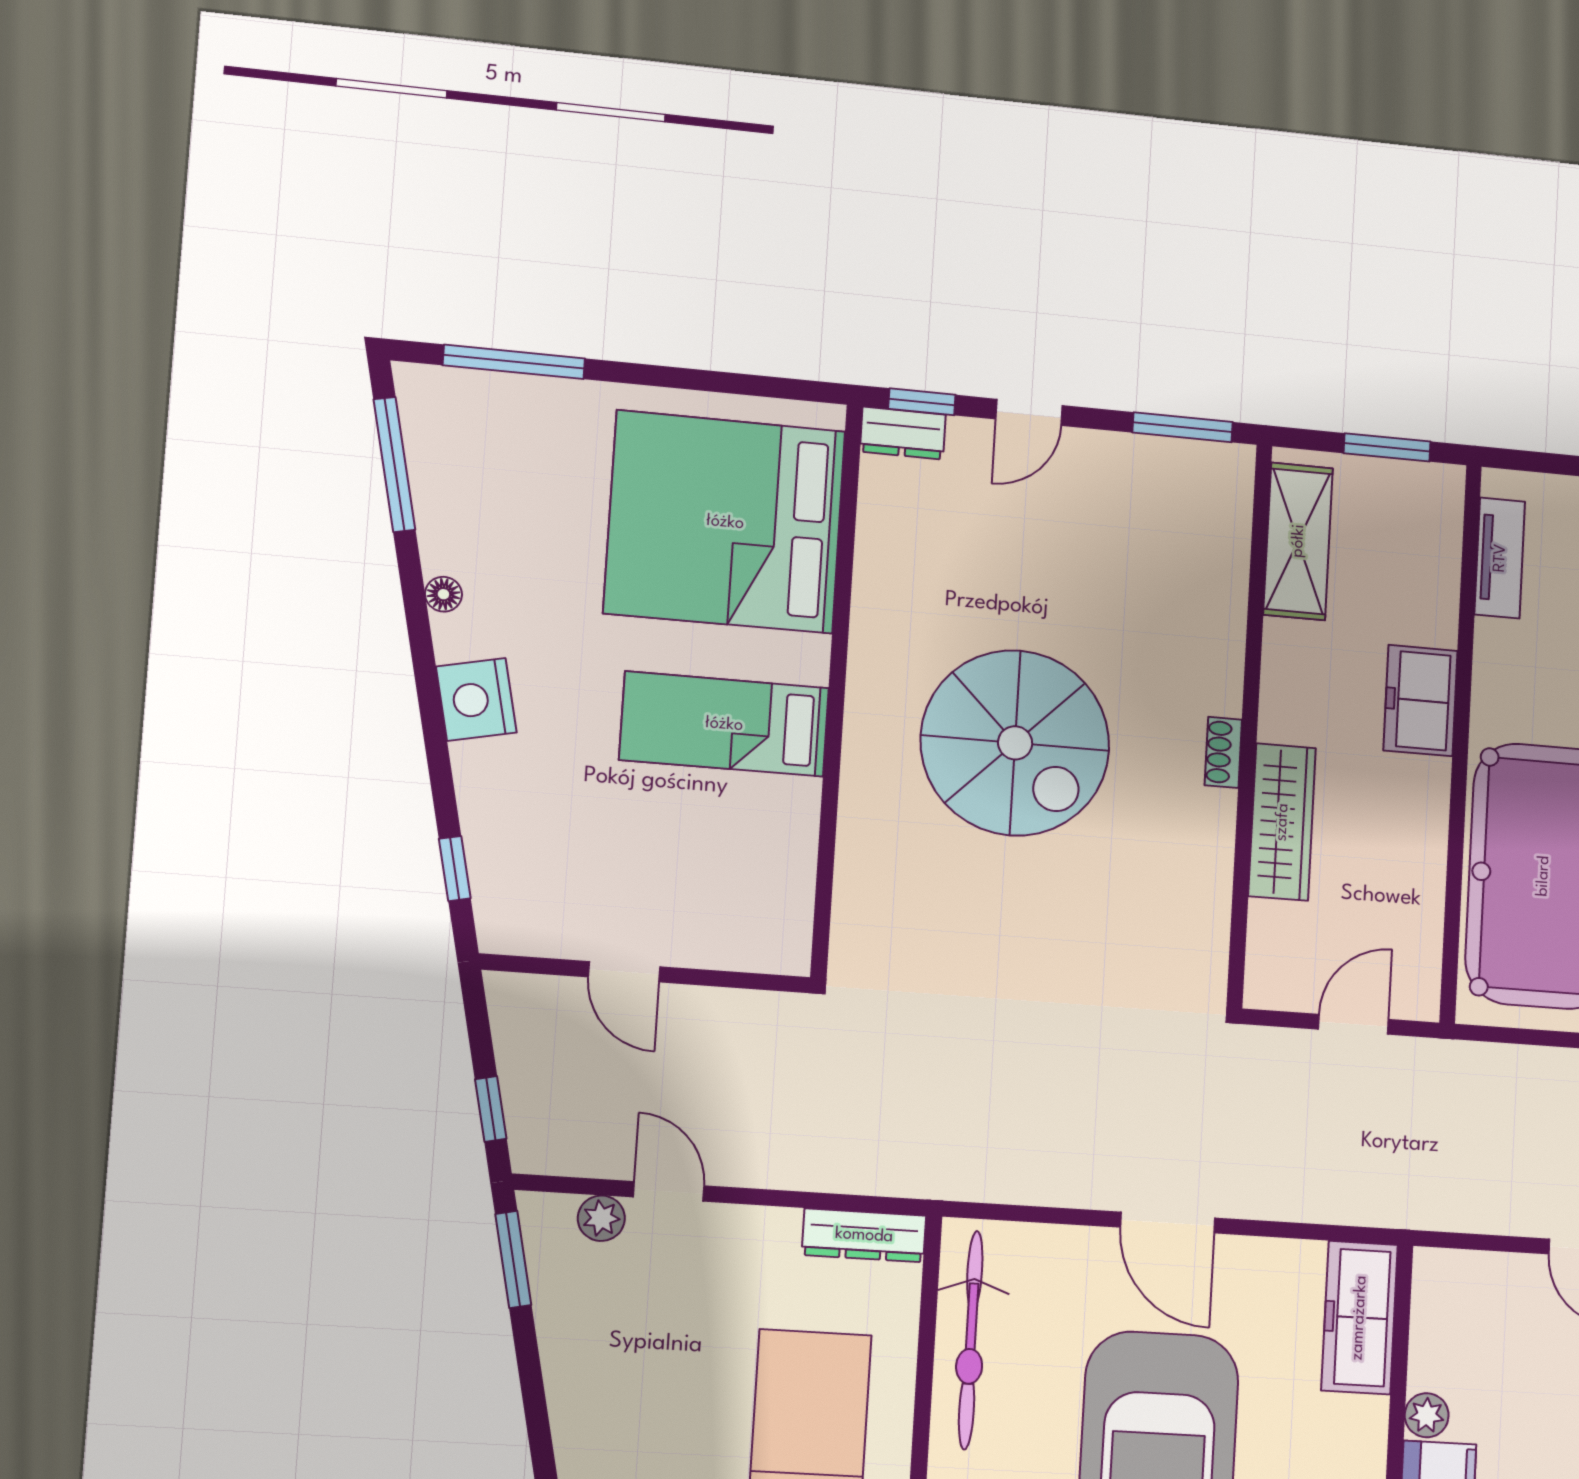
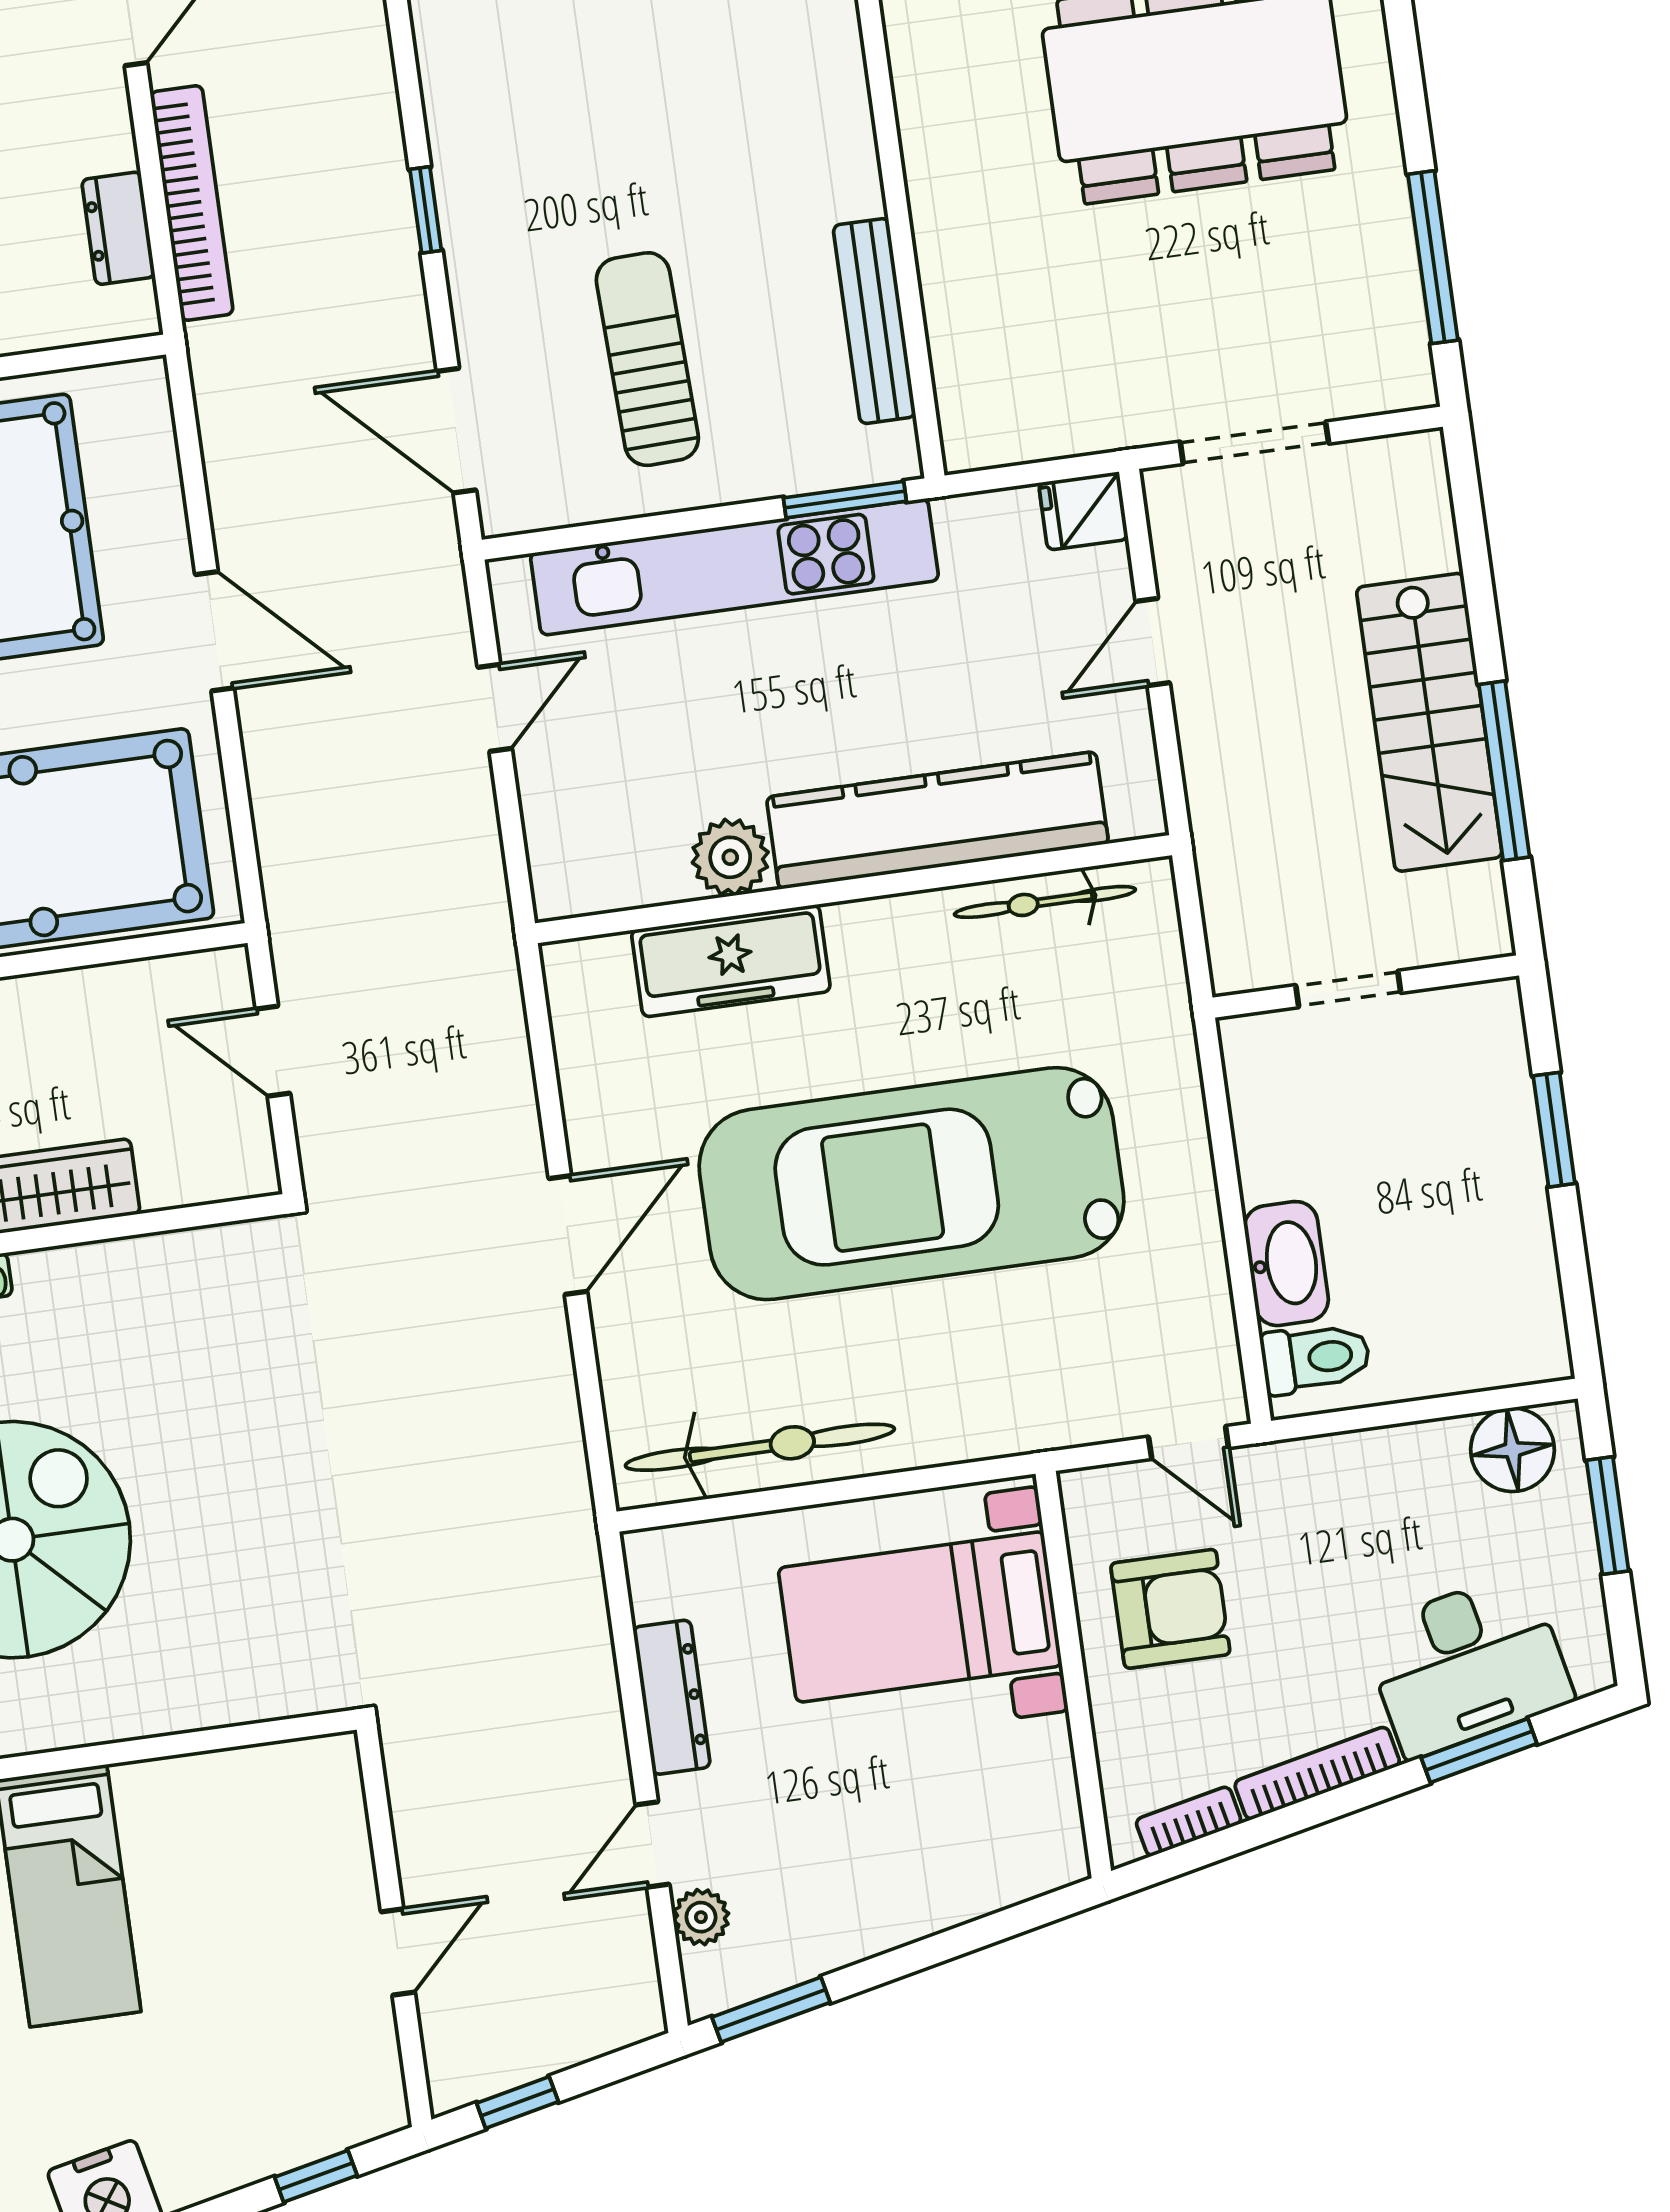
window: (491, 1109) -> (517, 2102), moved
dresser: (864, 1235) -> (672, 1697), moved
freezer: (1359, 1318) -> (731, 961), moved
plant: (1427, 1415) -> (730, 857), width x1.38, depth x1.38

